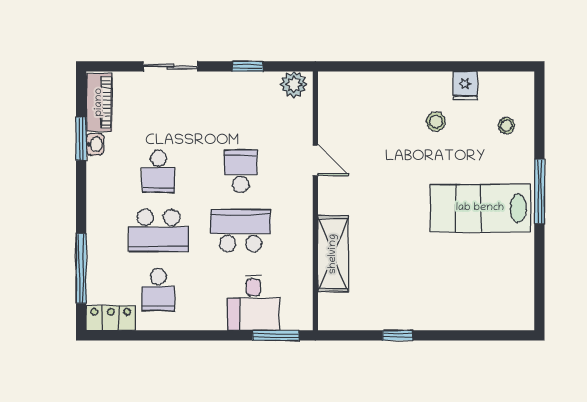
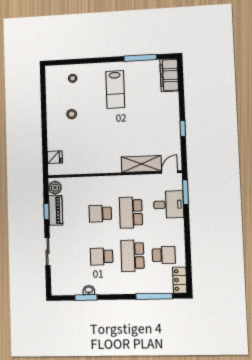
fridge: (465, 86) -> (55, 157), moved
piano: (99, 102) -> (56, 210), moved, turned 90
door: (315, 160) -> (170, 172), moved
school desk: (158, 171) -> (102, 256), turned 180
window: (539, 191) -> (140, 58), moved
lab bench: (480, 208) -> (115, 89), width x0.73, depth x0.72
school desk: (158, 230) -> (133, 256), turned 180
filing cabinet: (502, 314) -> (169, 75), added

